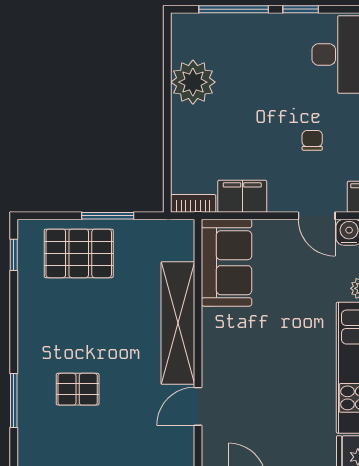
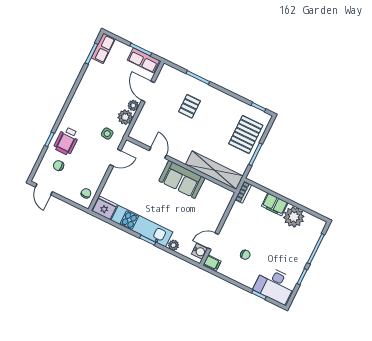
filing cabinet: (242, 196) -> (275, 204), moved, turned 90
sofa: (227, 263) -> (182, 179), moved
shelving: (178, 323) -> (214, 170), moved

